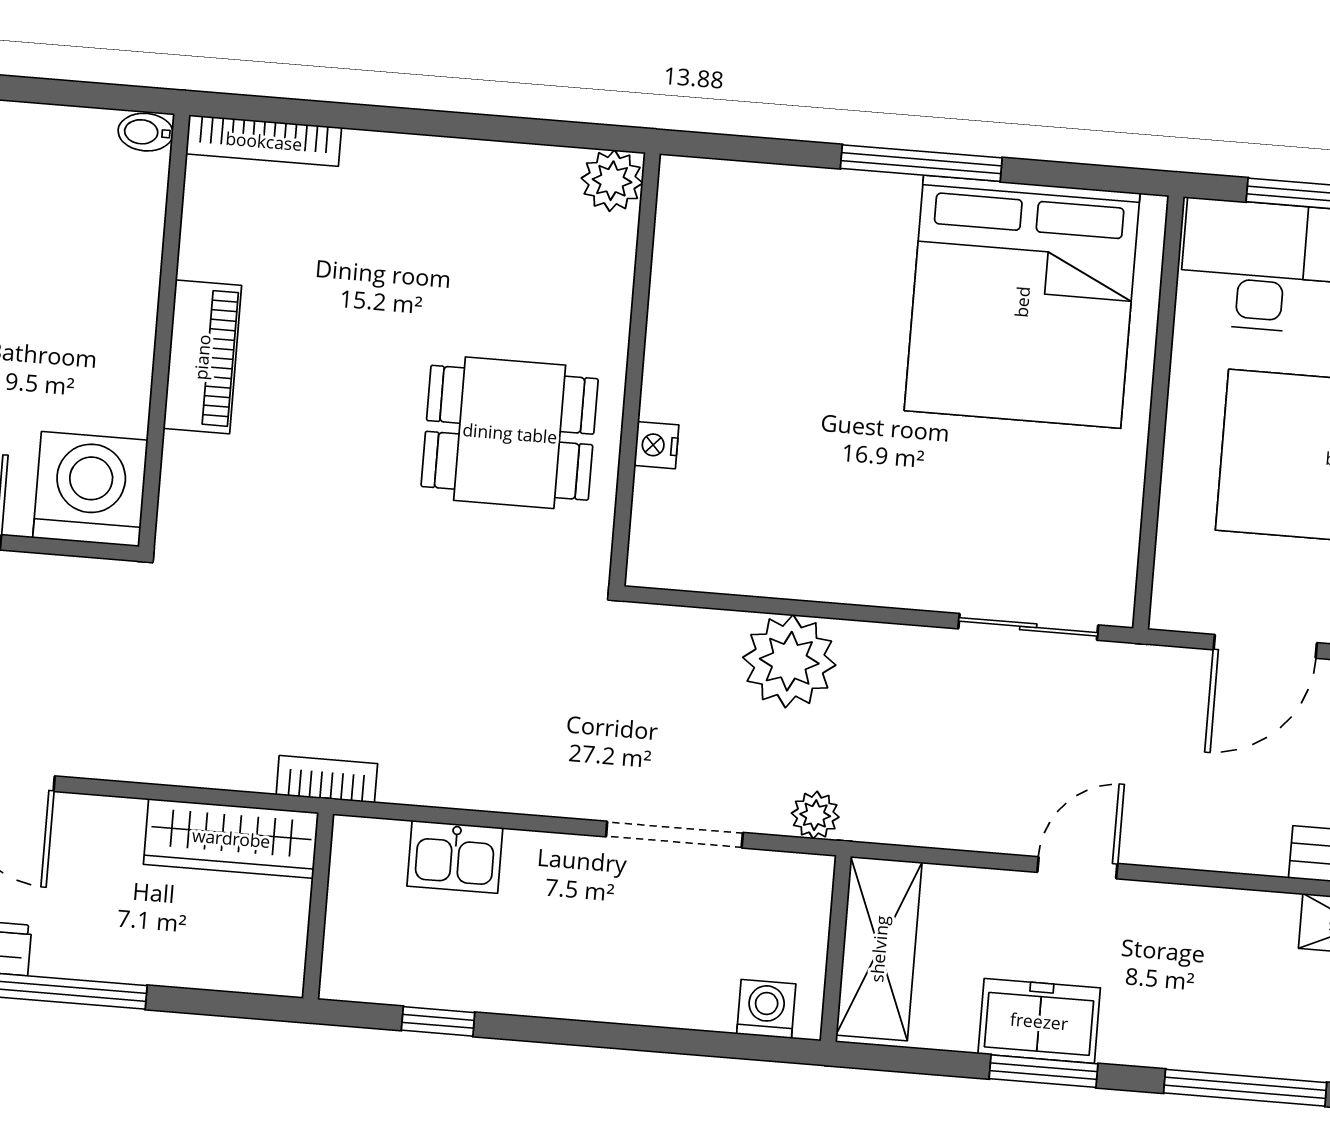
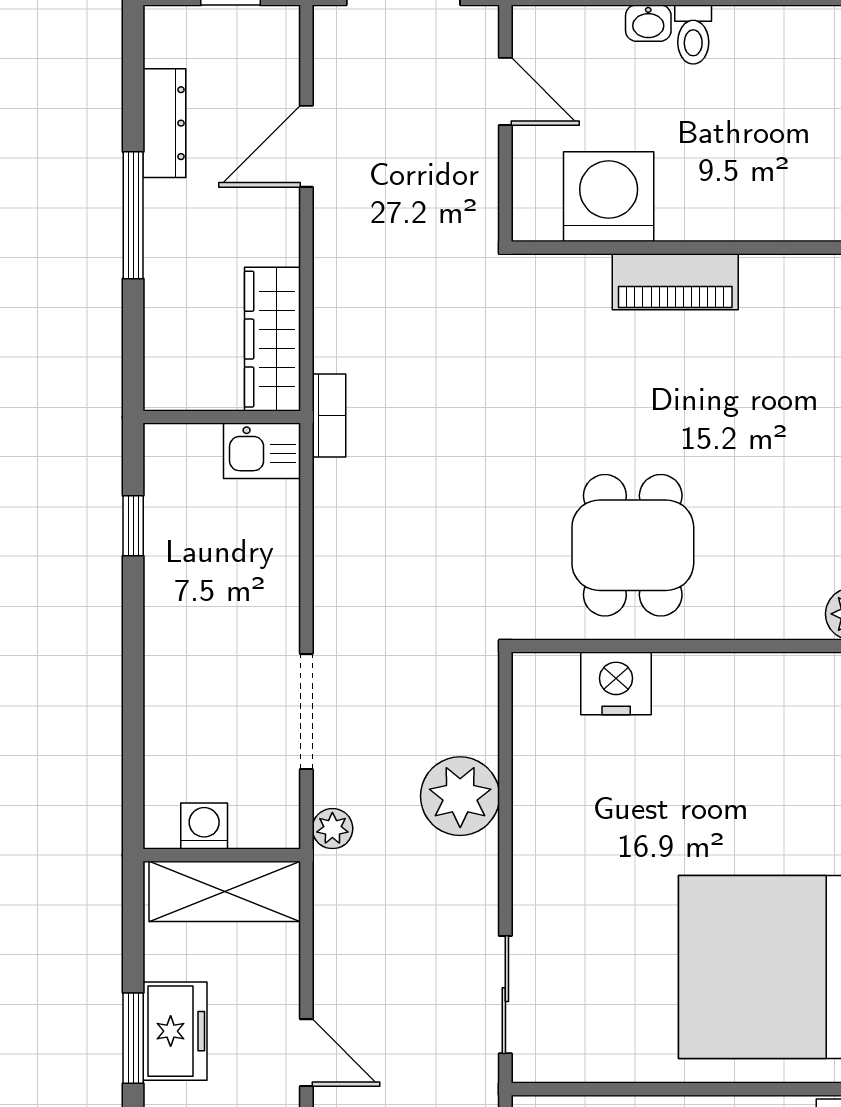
nightstand: (656, 445) -> (616, 683), width x1.89, depth x1.79
washing machine: (90, 489) -> (609, 197), moved, turned -90
kitchen sink: (455, 857) -> (262, 451), moved, turned -90
washing machine: (766, 1009) -> (204, 826), moved, turned -90

